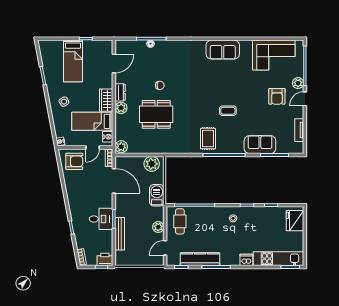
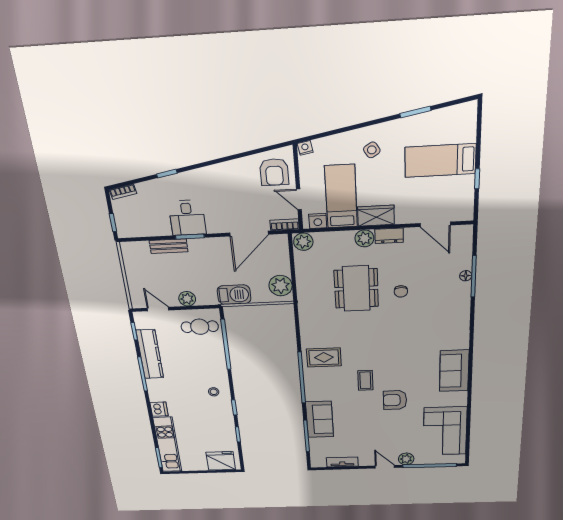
armchair: (277, 96) -> (395, 400), moved
bench: (120, 234) -> (169, 246), width x0.73
printer: (105, 259) -> (126, 227), removed

